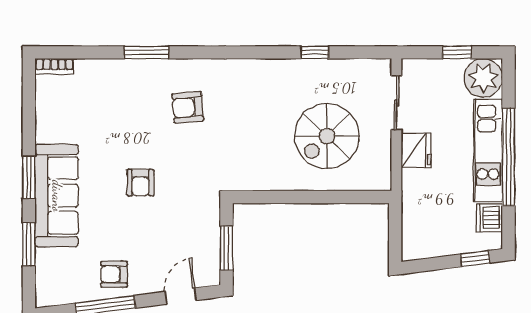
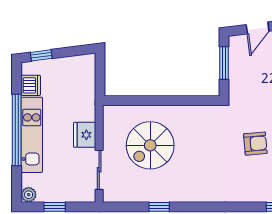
plant: (483, 78) -> (29, 195), width x0.53, depth x0.53
armchair: (188, 107) -> (255, 144), moved
spiral stairs: (327, 136) -> (150, 145), turned 180

